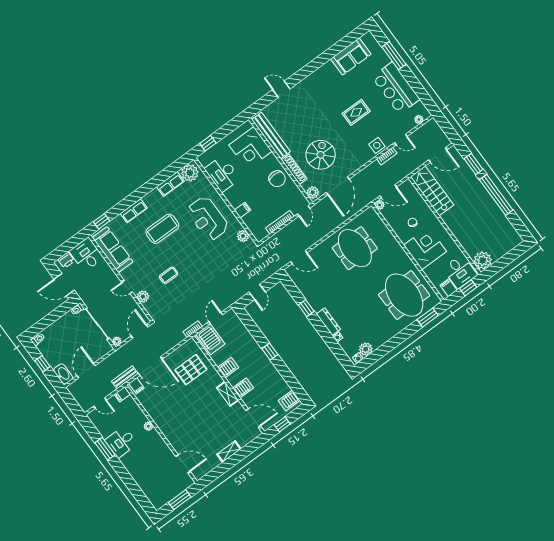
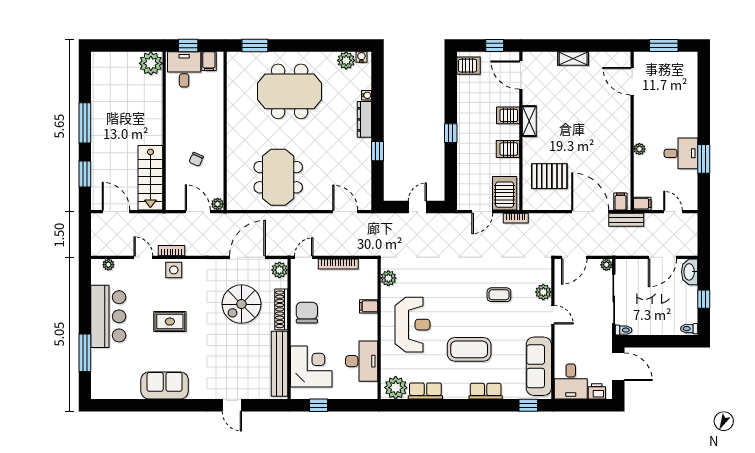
sofa: (351, 57) -> (165, 385), moved
window: (208, 143) -> (319, 405), moved
window: (496, 195) -> (85, 123), width x0.68
corner desk: (425, 248) -> (203, 122), removed
meeting table: (404, 295) -> (290, 91), moved, turned 90

